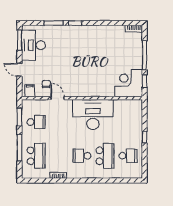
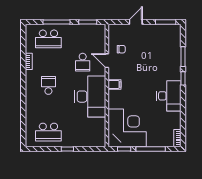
desk: (33, 45) -> (169, 96), moved, turned 90
corner desk: (129, 83) -> (127, 128), width x1.36, depth x1.36
filing cabinet: (30, 91) -> (115, 85), moved
door: (58, 98) -> (107, 61), swing flipped
school desk: (36, 122) -> (83, 62), moved
school desk: (105, 156) -> (48, 109), removed
school desk: (128, 156) -> (48, 132), width x1.85

